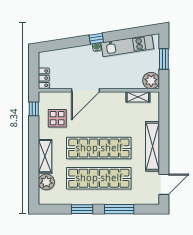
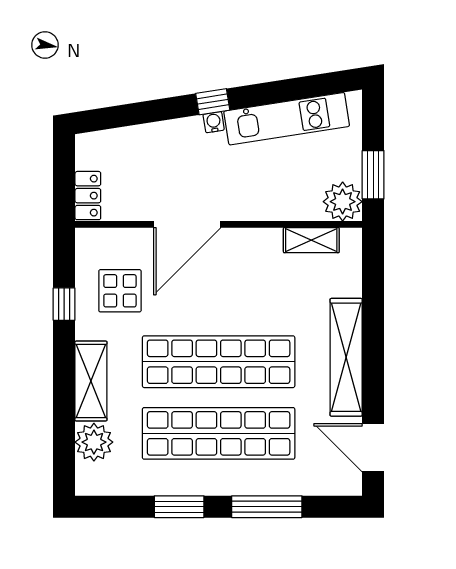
window: (164, 59) -> (373, 175), moved
window: (34, 109) -> (64, 304), moved
door: (164, 184) -> (373, 448), swing flipped

